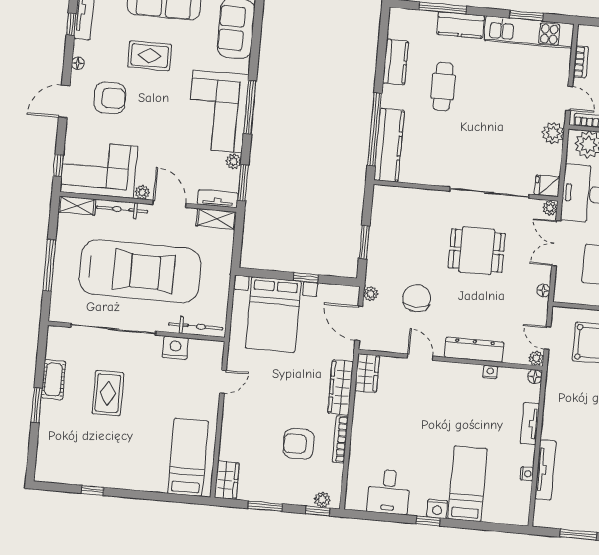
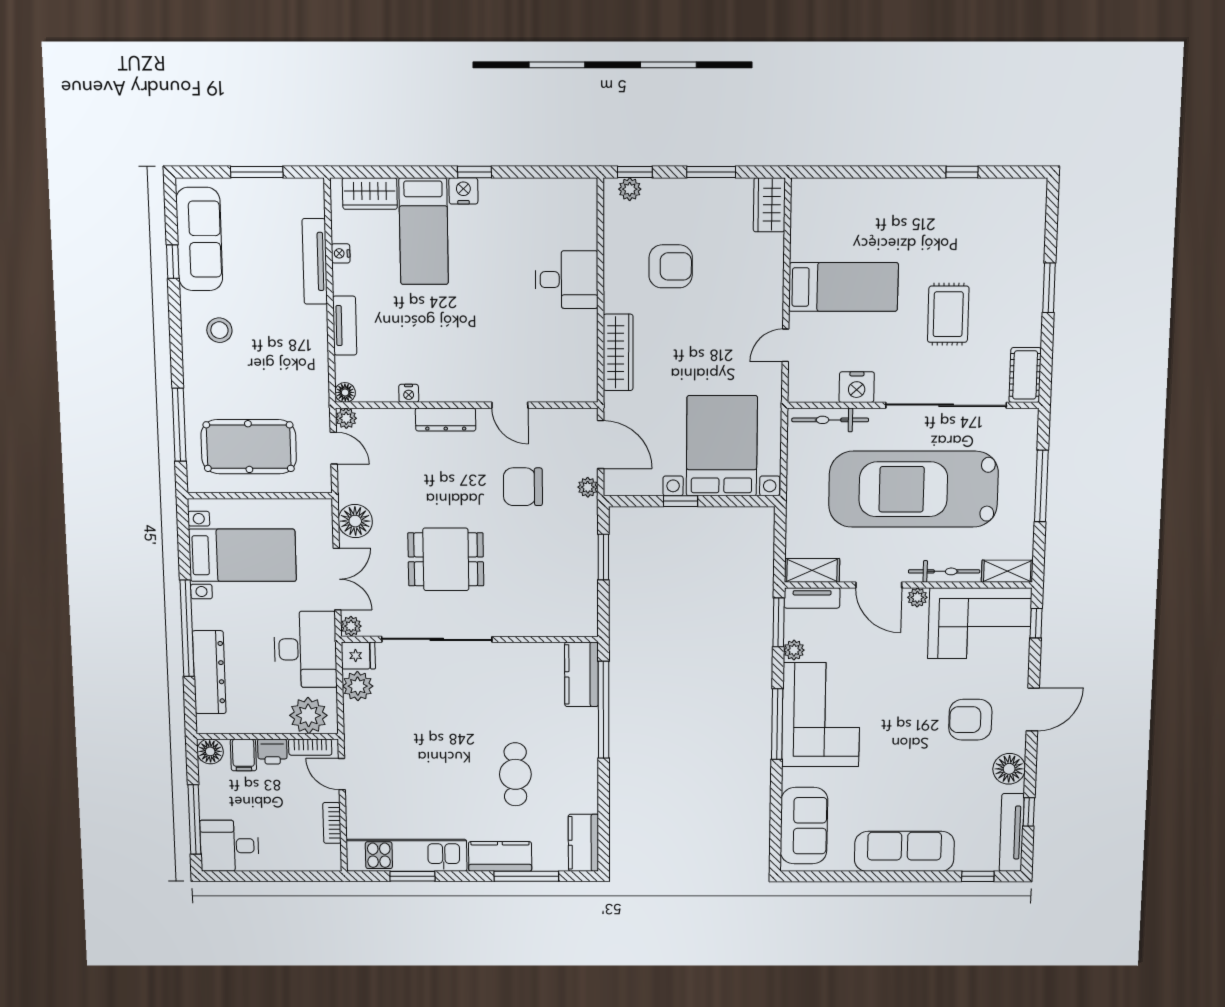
rug: (150, 56) -> (919, 780), removed
kitchen counter: (396, 62) -> (583, 843), moved
floor lamp: (78, 63) -> (1009, 769), width x1.89, depth x1.89
plant: (553, 133) -> (358, 686), moved
kitchen counter: (389, 145) -> (581, 674), width x0.67
floor lamp: (543, 290) -> (355, 521), width x1.89, depth x1.89
chair: (417, 298) -> (523, 487), turned 90
dresser: (474, 350) -> (446, 419), width x0.73, depth x0.80
wardrobe: (367, 373) -> (370, 194), moved, turned -90
cot: (53, 380) -> (1025, 375), moved
bookcase: (340, 439) -> (612, 278), removed
bed: (188, 457) -> (843, 287), moved, turned -90
desk: (389, 492) -> (567, 280), moved, turned 90

